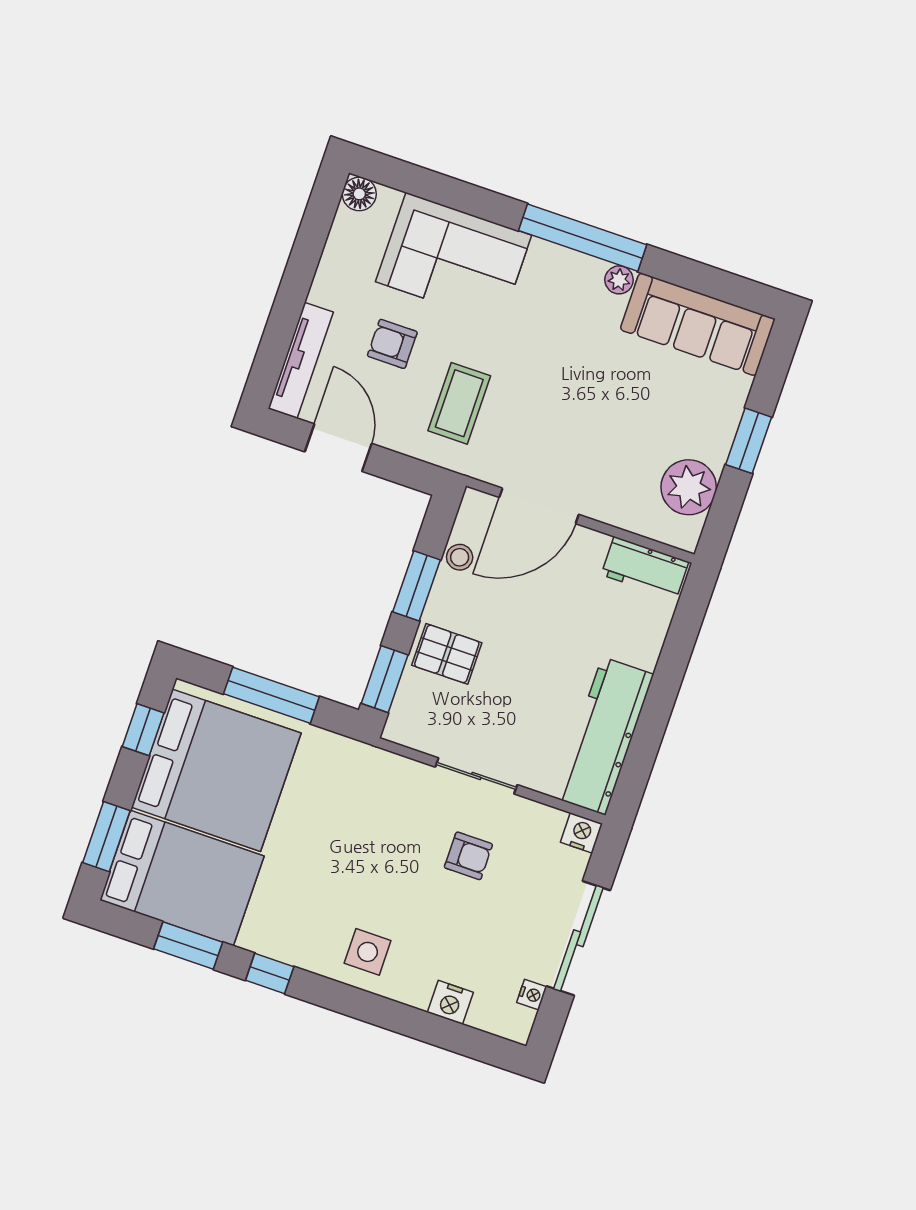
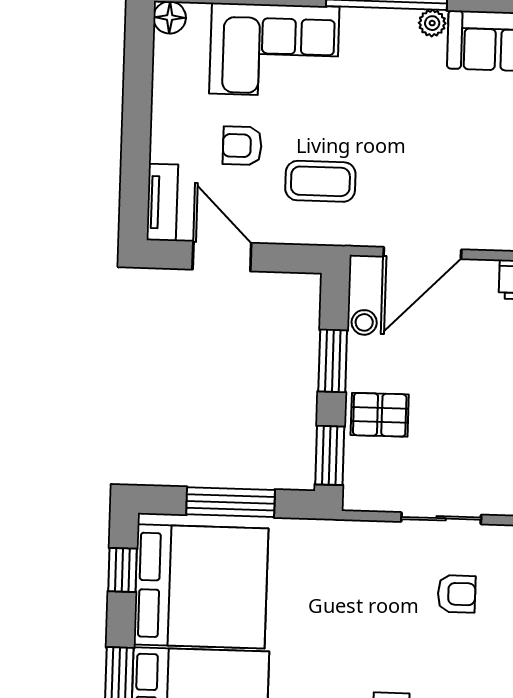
tv unit: (301, 360) -> (162, 202), width x0.71
coffee table: (459, 403) -> (320, 181), turned 90

